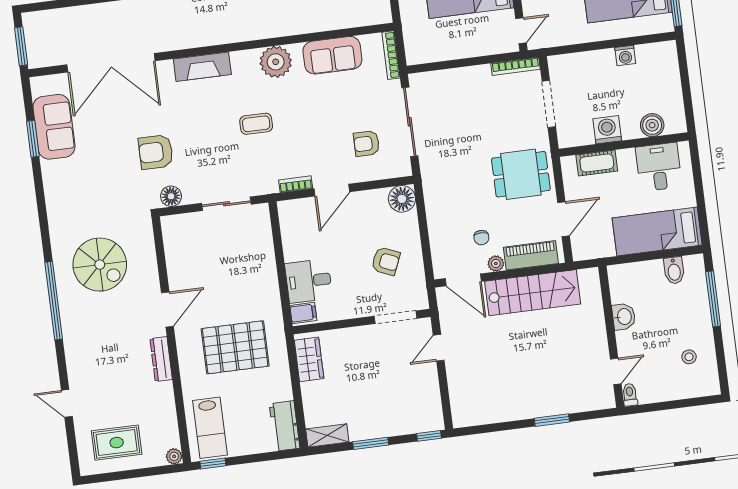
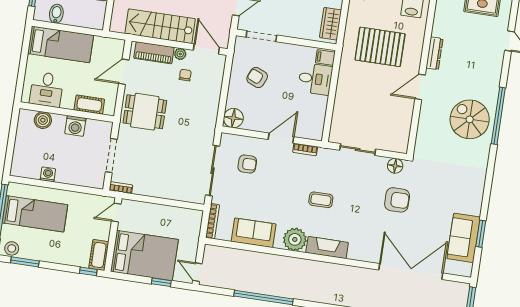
bookcase: (516, 66) -> (121, 188), width x0.64
fireplace: (202, 67) -> (327, 248), moved
spiral stairs: (100, 265) -> (470, 119), moved

